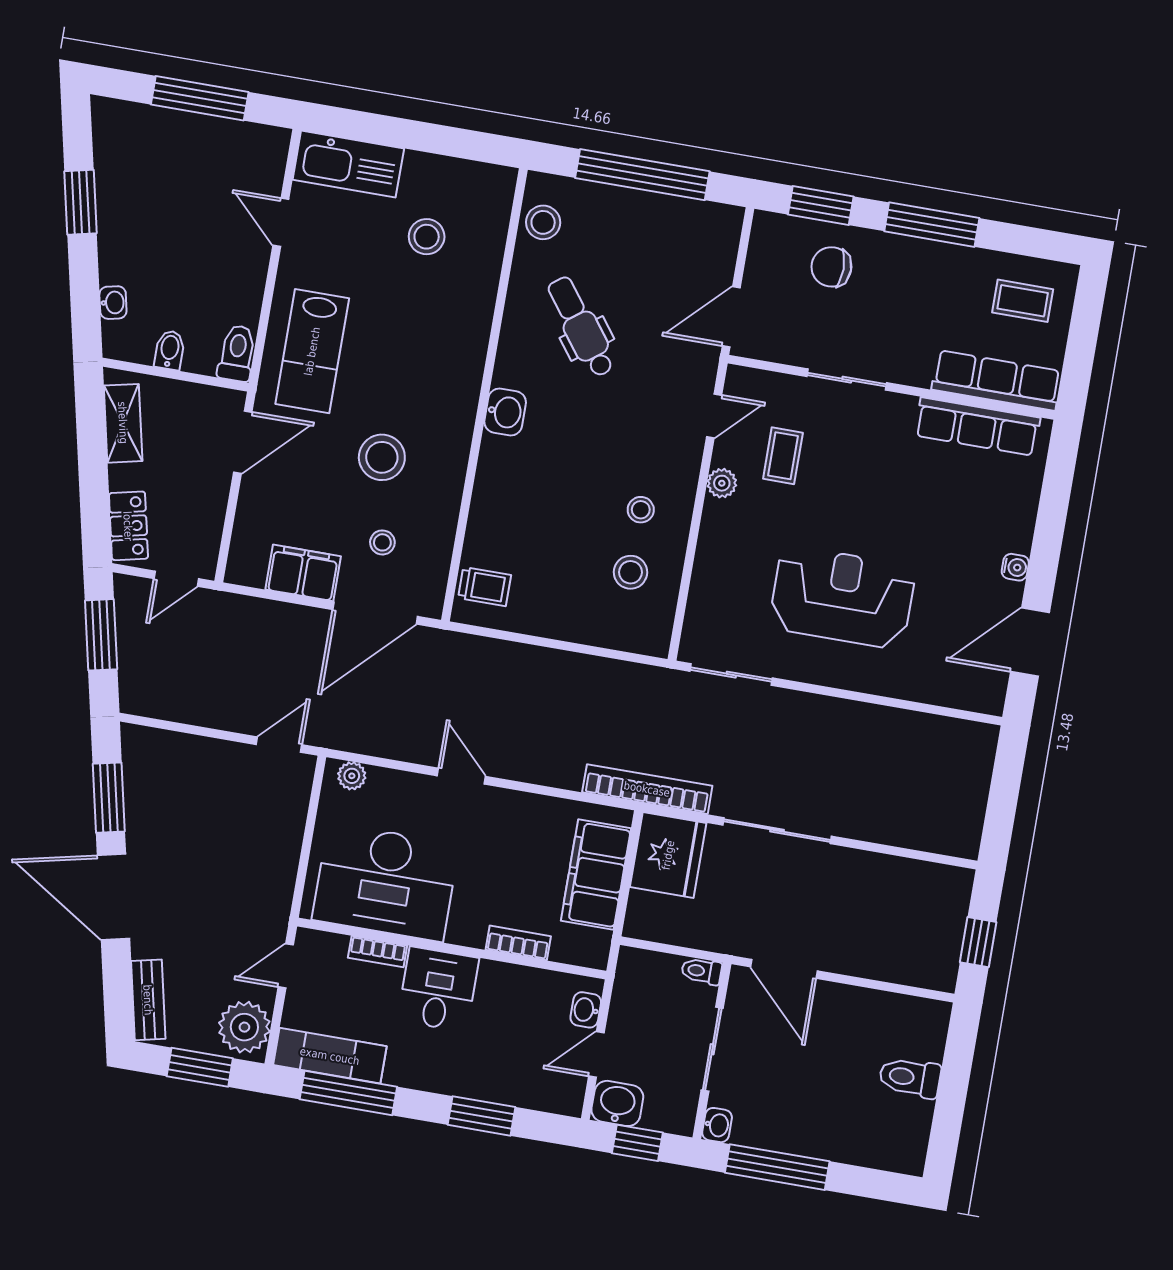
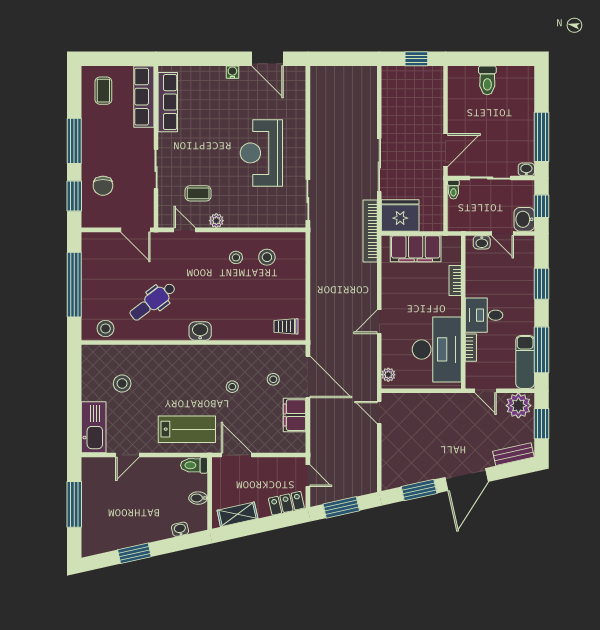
stool: (382, 457) -> (232, 387), width x0.53, depth x0.53
trolley: (485, 586) -> (286, 326), turned -90

